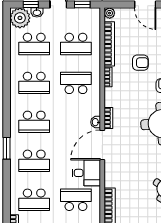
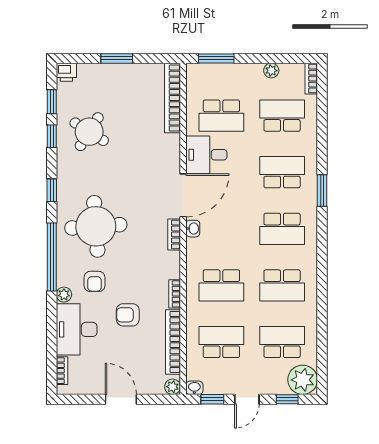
washbasin: (37, 12) -> (194, 388), moved
school desk: (34, 83) -> (282, 285), turned 180
school desk: (34, 122) -> (282, 229), turned 180

